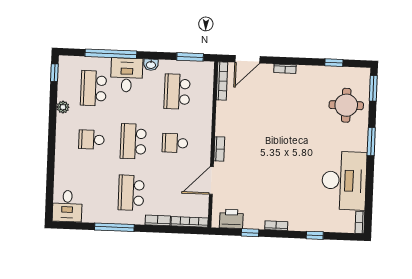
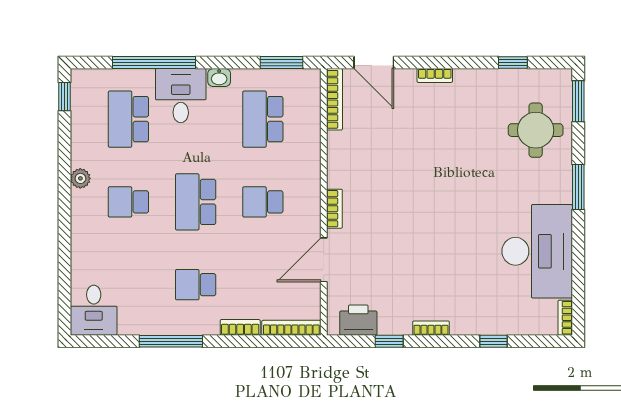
door: (247, 59) -> (374, 63), hinge flipped
plant: (63, 107) -> (80, 178), moved
school desk: (131, 193) -> (196, 285), width x0.54

